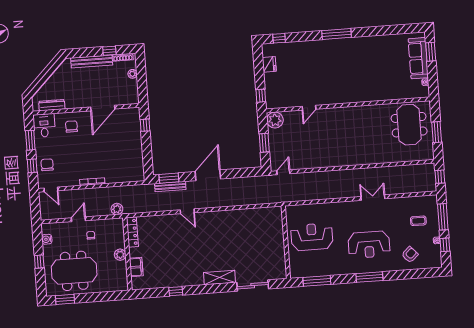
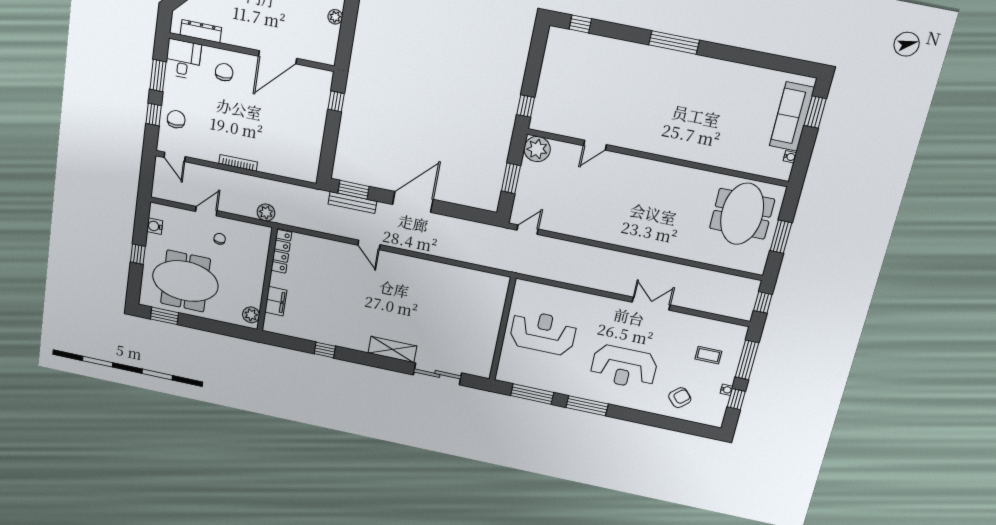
fridge: (269, 64) -> (553, 61), removed
plant: (120, 255) -> (251, 315), moved
window: (369, 277) -> (587, 406), moved

